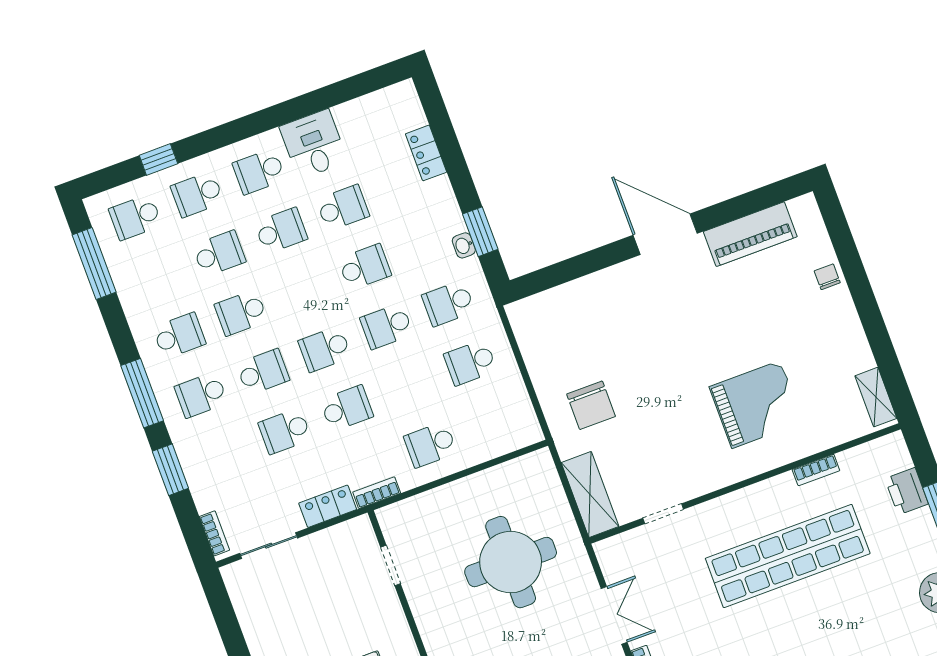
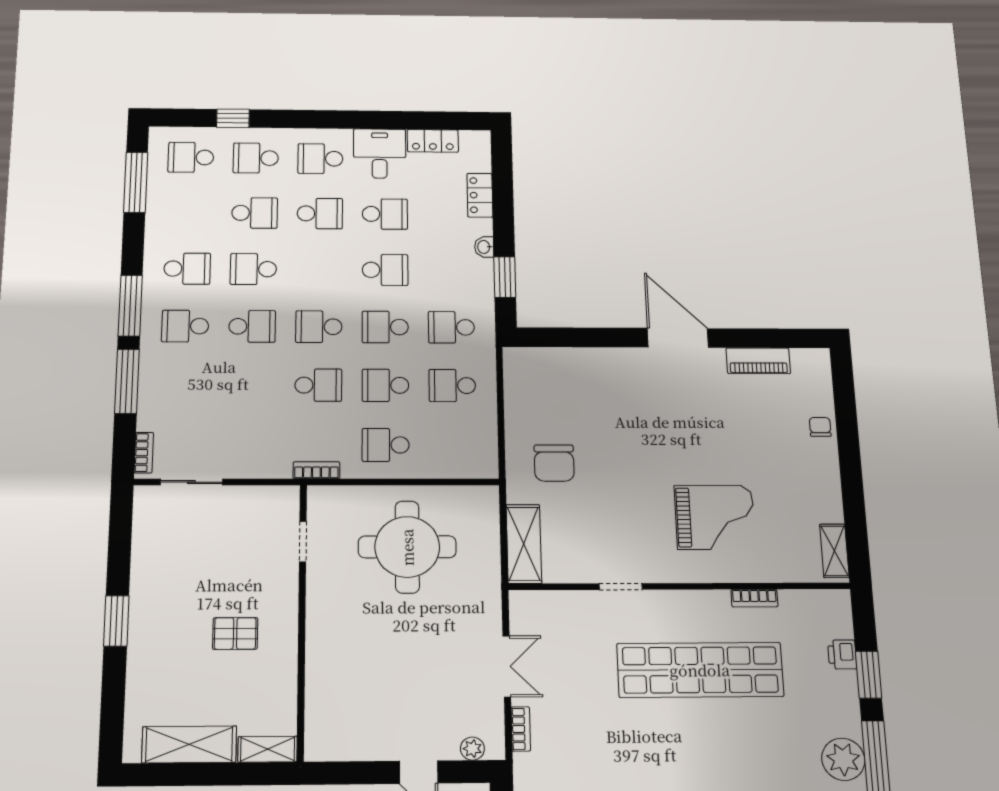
piano: (750, 234) -> (758, 361), width x0.73, depth x0.75
washbasin: (464, 245) -> (484, 247), moved
school desk: (285, 431) -> (385, 385), moved
window: (170, 470) -> (127, 381), width x1.44
printer: (907, 491) -> (842, 654), width x0.73, depth x0.81
locker: (328, 506) -> (433, 141), moved, turned 180
doorway: (663, 514) -> (621, 587), moved
round table: (511, 562) -> (407, 547), moved

